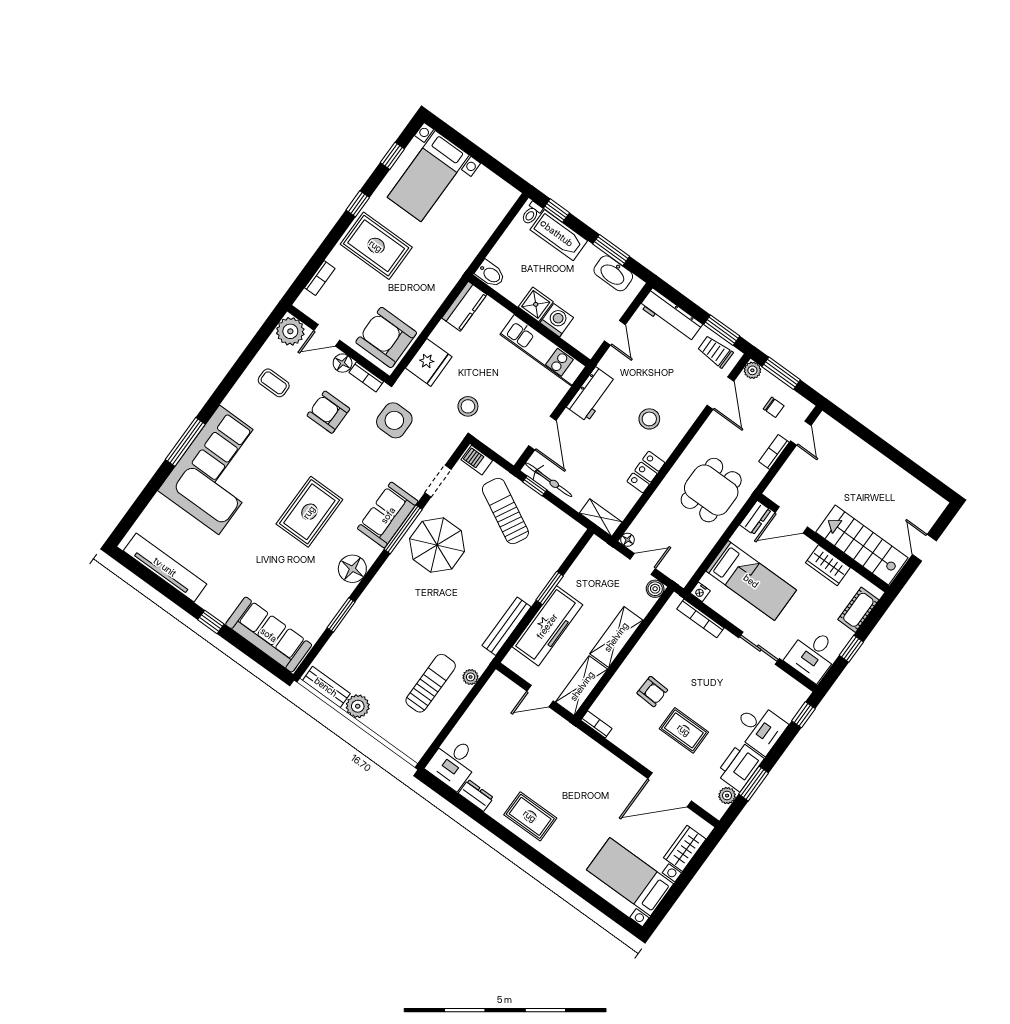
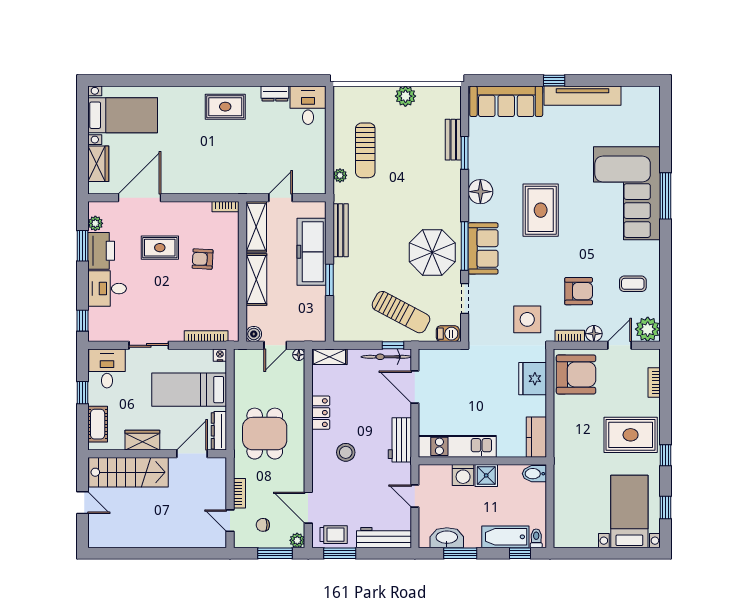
stool: (468, 406) -> (482, 367), removed
dresser: (755, 518) -> (219, 431), width x1.44
tv unit: (165, 567) -> (582, 96), moved
bench: (326, 687) -> (453, 140), moved, turned 90

